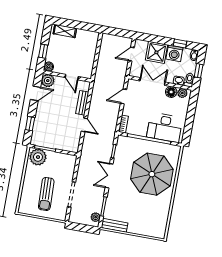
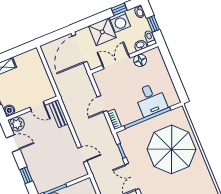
door: (131, 54) -> (80, 49), width x1.88
door: (36, 93) -> (13, 143), hinge flipped
plant: (182, 93) -> (151, 55), removed
door: (124, 96) -> (102, 104), moved
bench: (82, 103) -> (58, 114), moved
door: (84, 125) -> (82, 155), moved
desk: (165, 127) -> (151, 100), width x0.73

